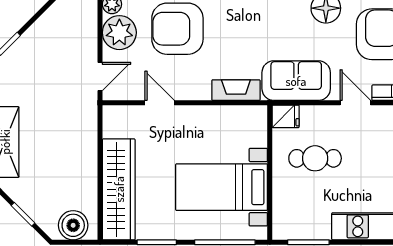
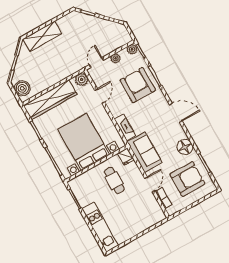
plant: (119, 33) -> (115, 58), width x0.53, depth x0.53
door: (100, 76) -> (96, 62), swing flipped
plant: (115, 117) -> (82, 79), added
bed with nightstands: (222, 187) -> (84, 142), width x1.36

